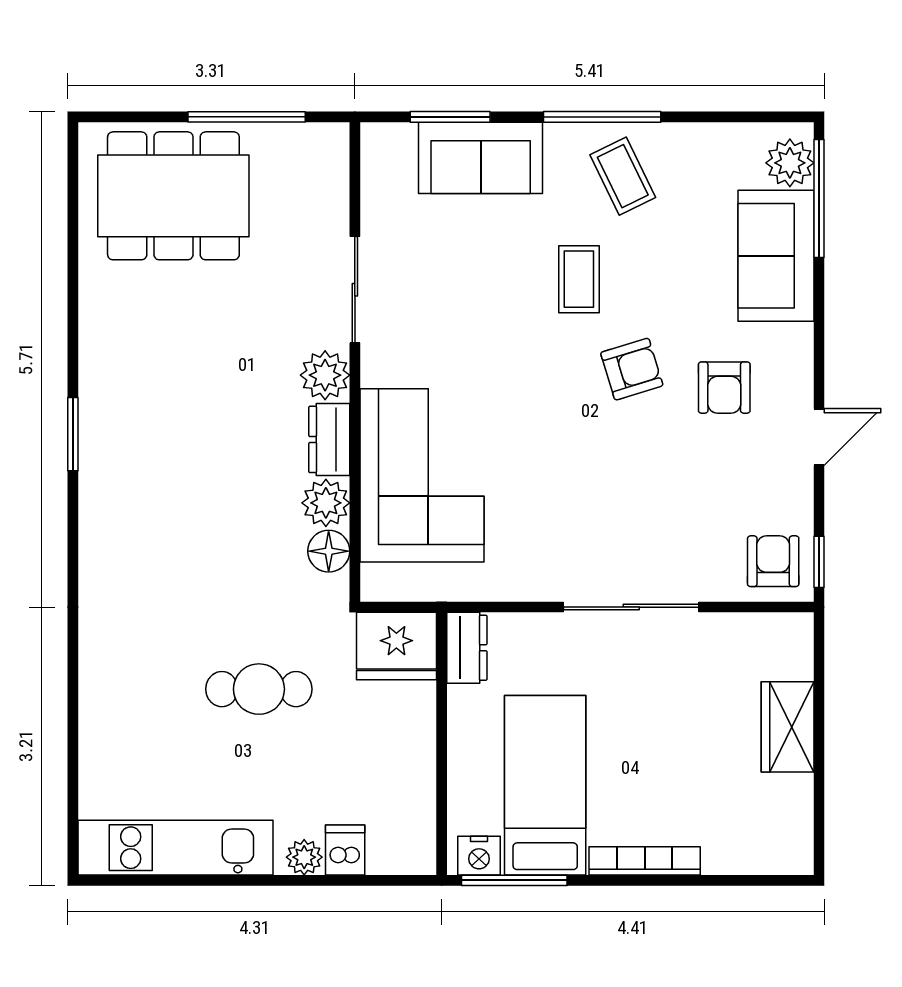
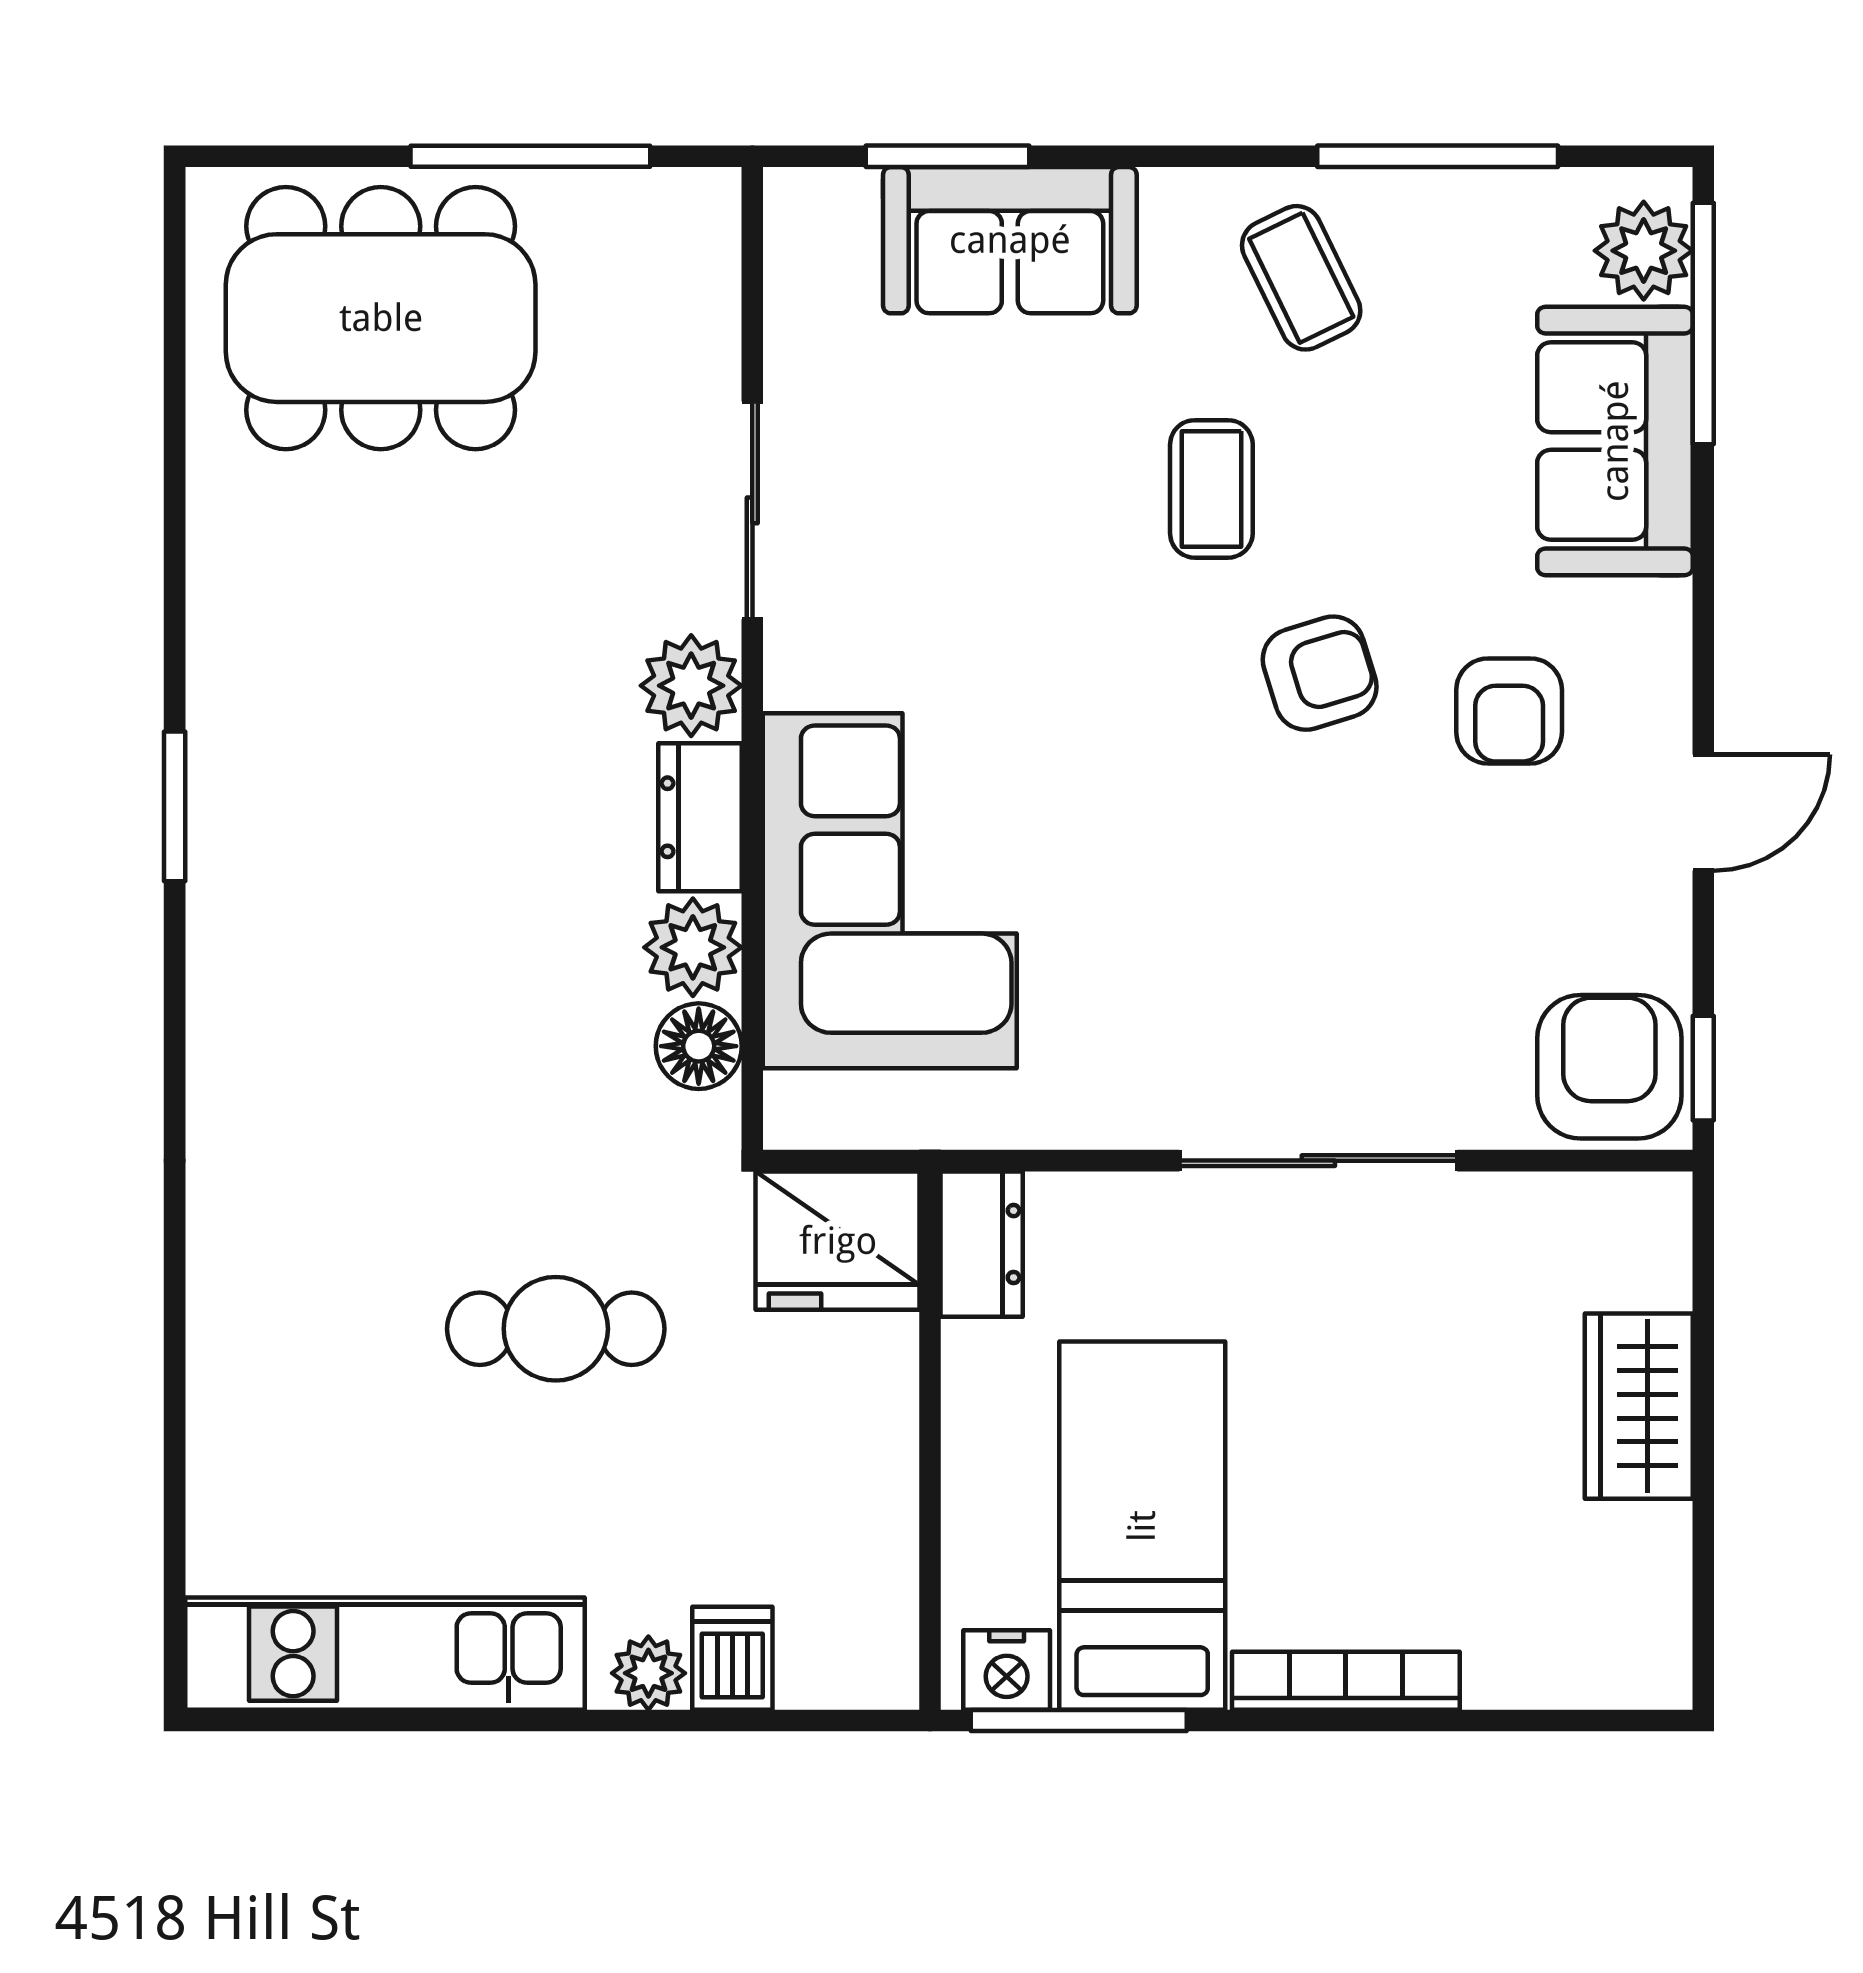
window: (602, 117) -> (1438, 156), moved
armchair: (773, 561) -> (1609, 1067), width x1.38, depth x1.38

